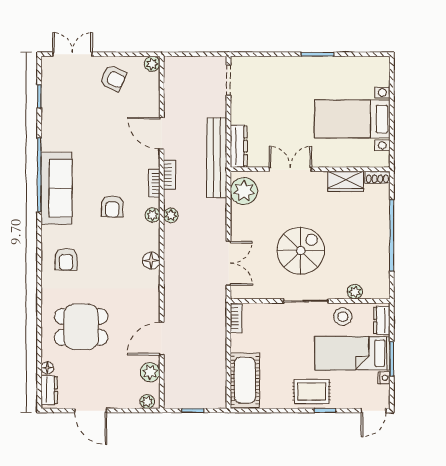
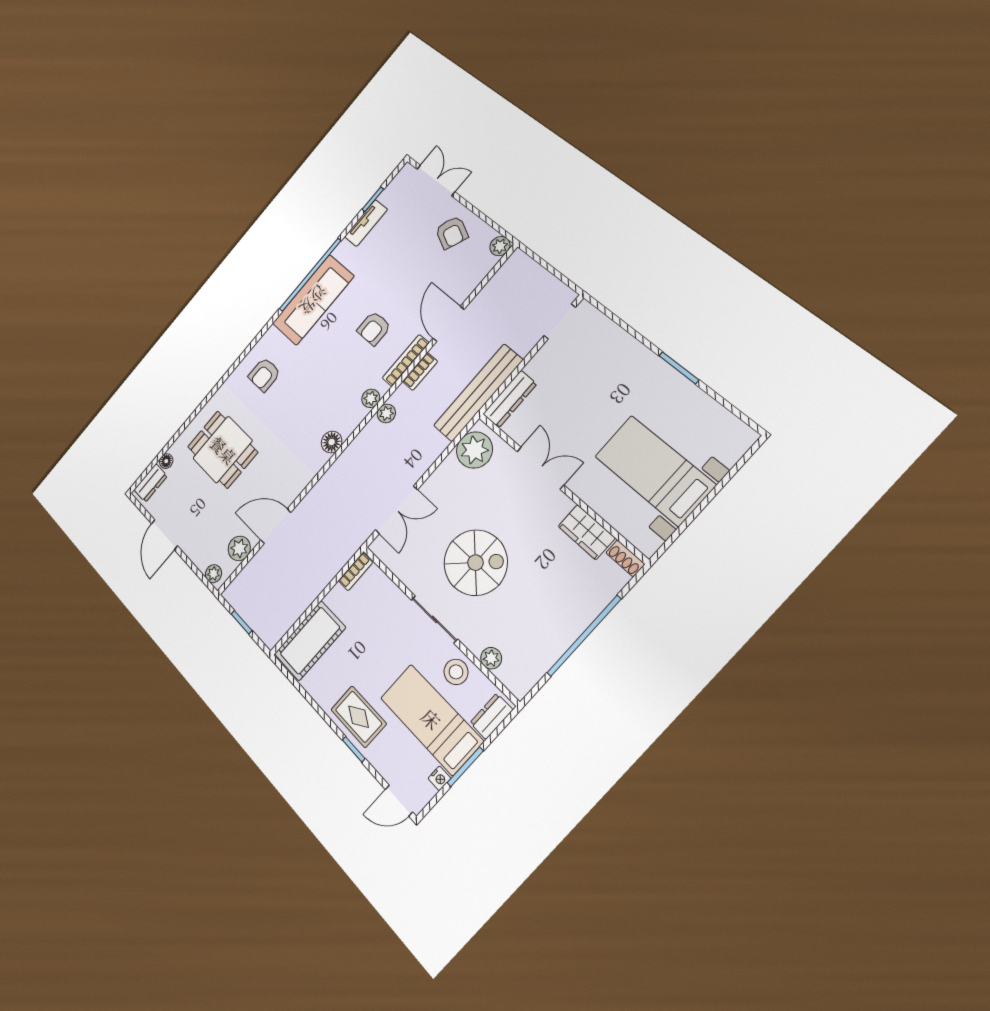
tv unit: (48, 114) -> (366, 223), added
bookcase: (154, 183) -> (406, 360), width x1.56
armchair: (112, 206) -> (374, 328), moved

